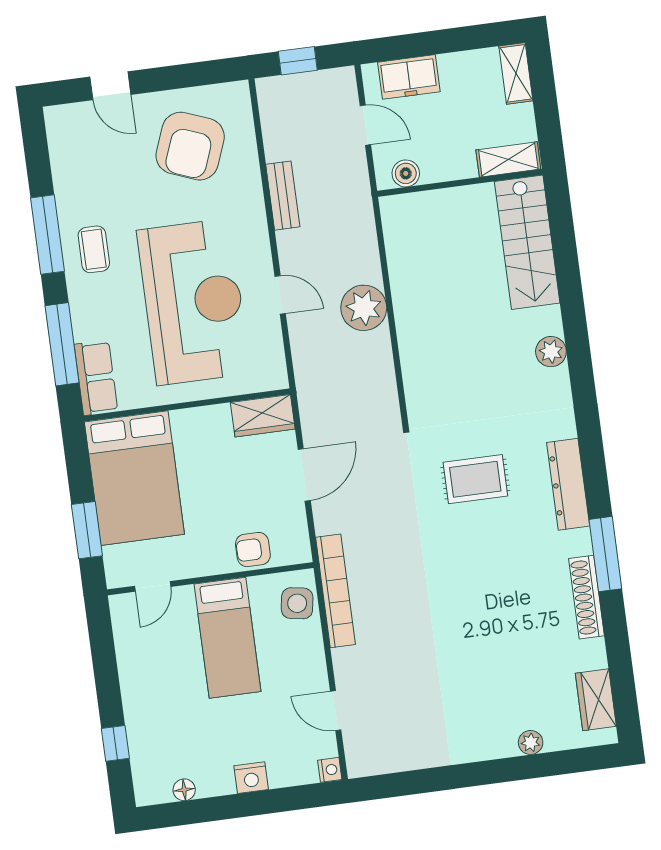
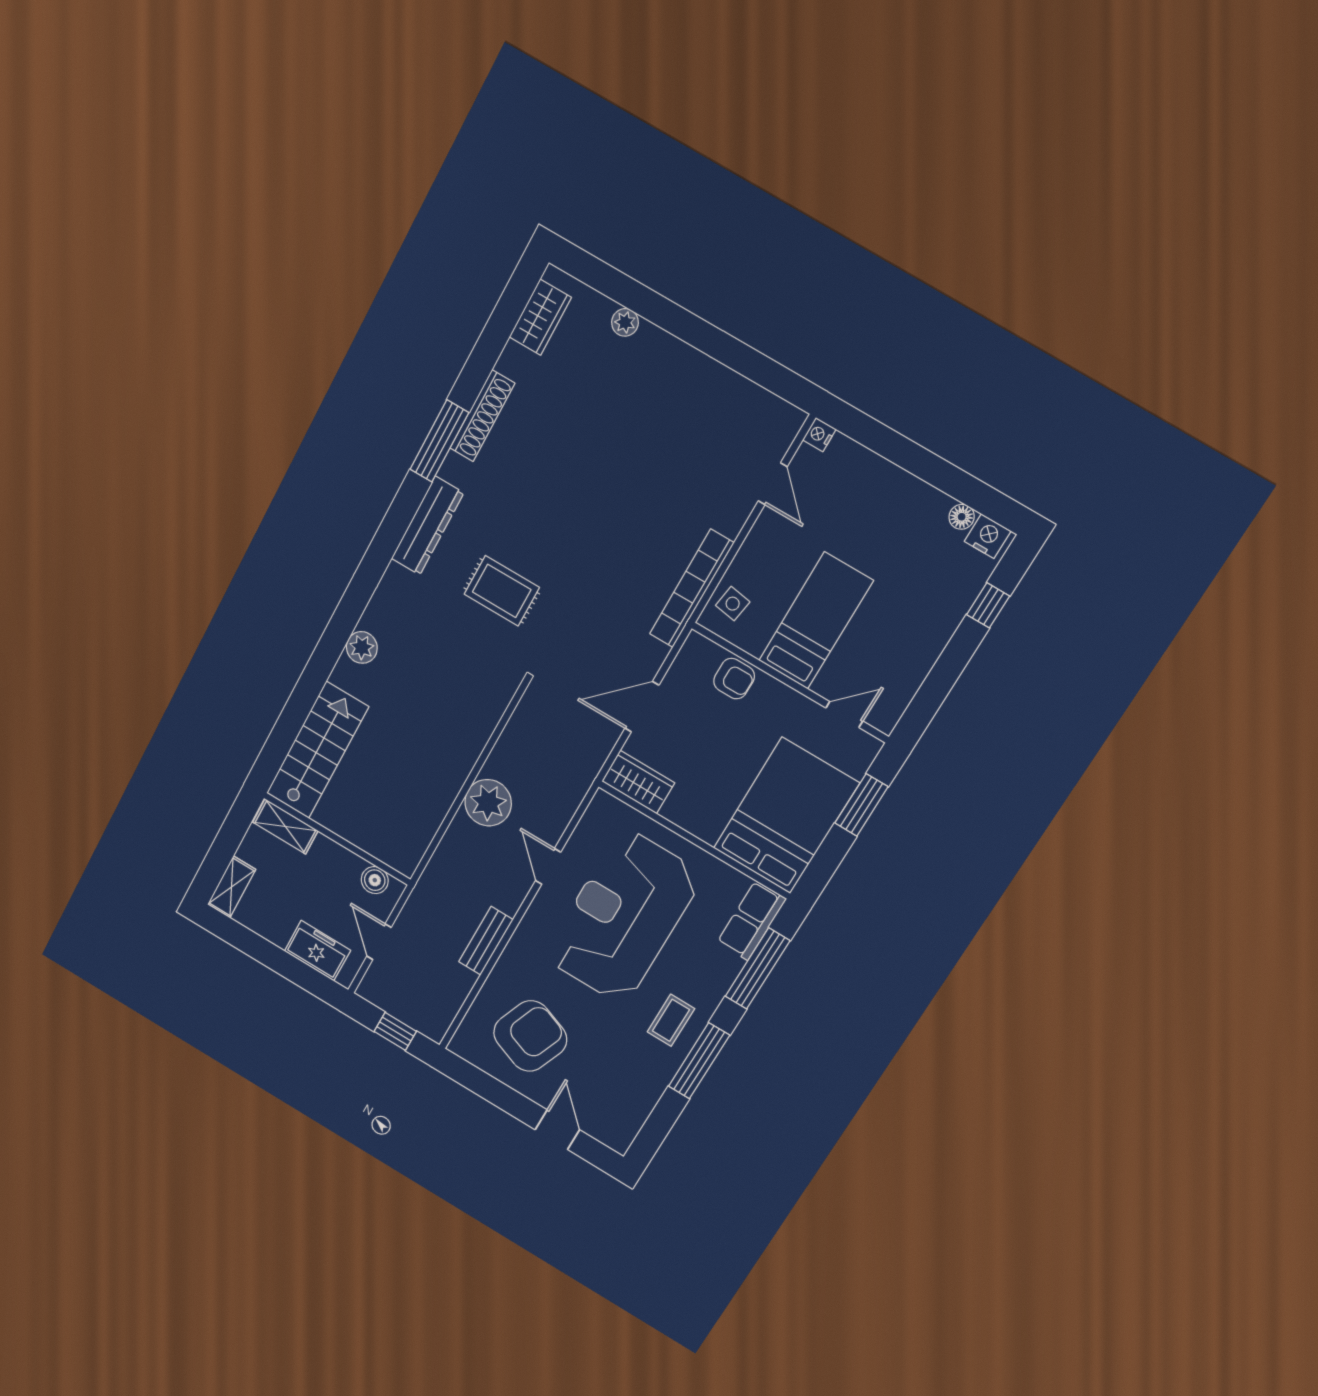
side table: (297, 603) -> (733, 604), width x0.73, depth x0.73
nightstand: (251, 778) -> (988, 536), moved

